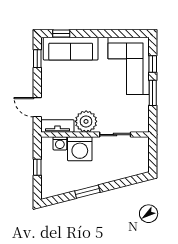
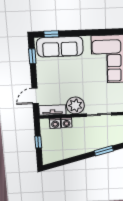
door: (37, 107) -> (35, 96), hinge flipped
washing machine: (80, 149) -> (66, 123), width x0.53, depth x0.53
window: (87, 192) -> (104, 151), moved

